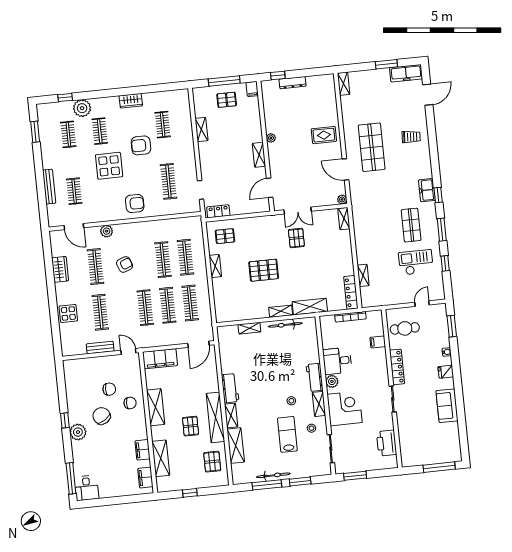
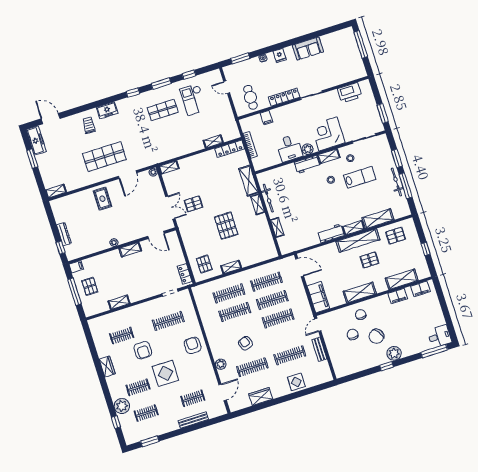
freezer: (427, 190) -> (107, 110), moved
lab bench: (287, 434) -> (360, 177), turned 180

